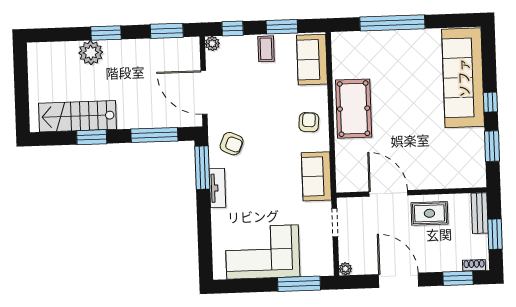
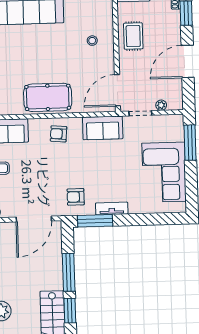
window: (154, 135) -> (69, 272), moved
armchair: (232, 144) -> (76, 197), turned -113
stool: (424, 163) -> (92, 41), added
door: (388, 193) -> (117, 90), moved
plant: (345, 269) -> (161, 105), moved

